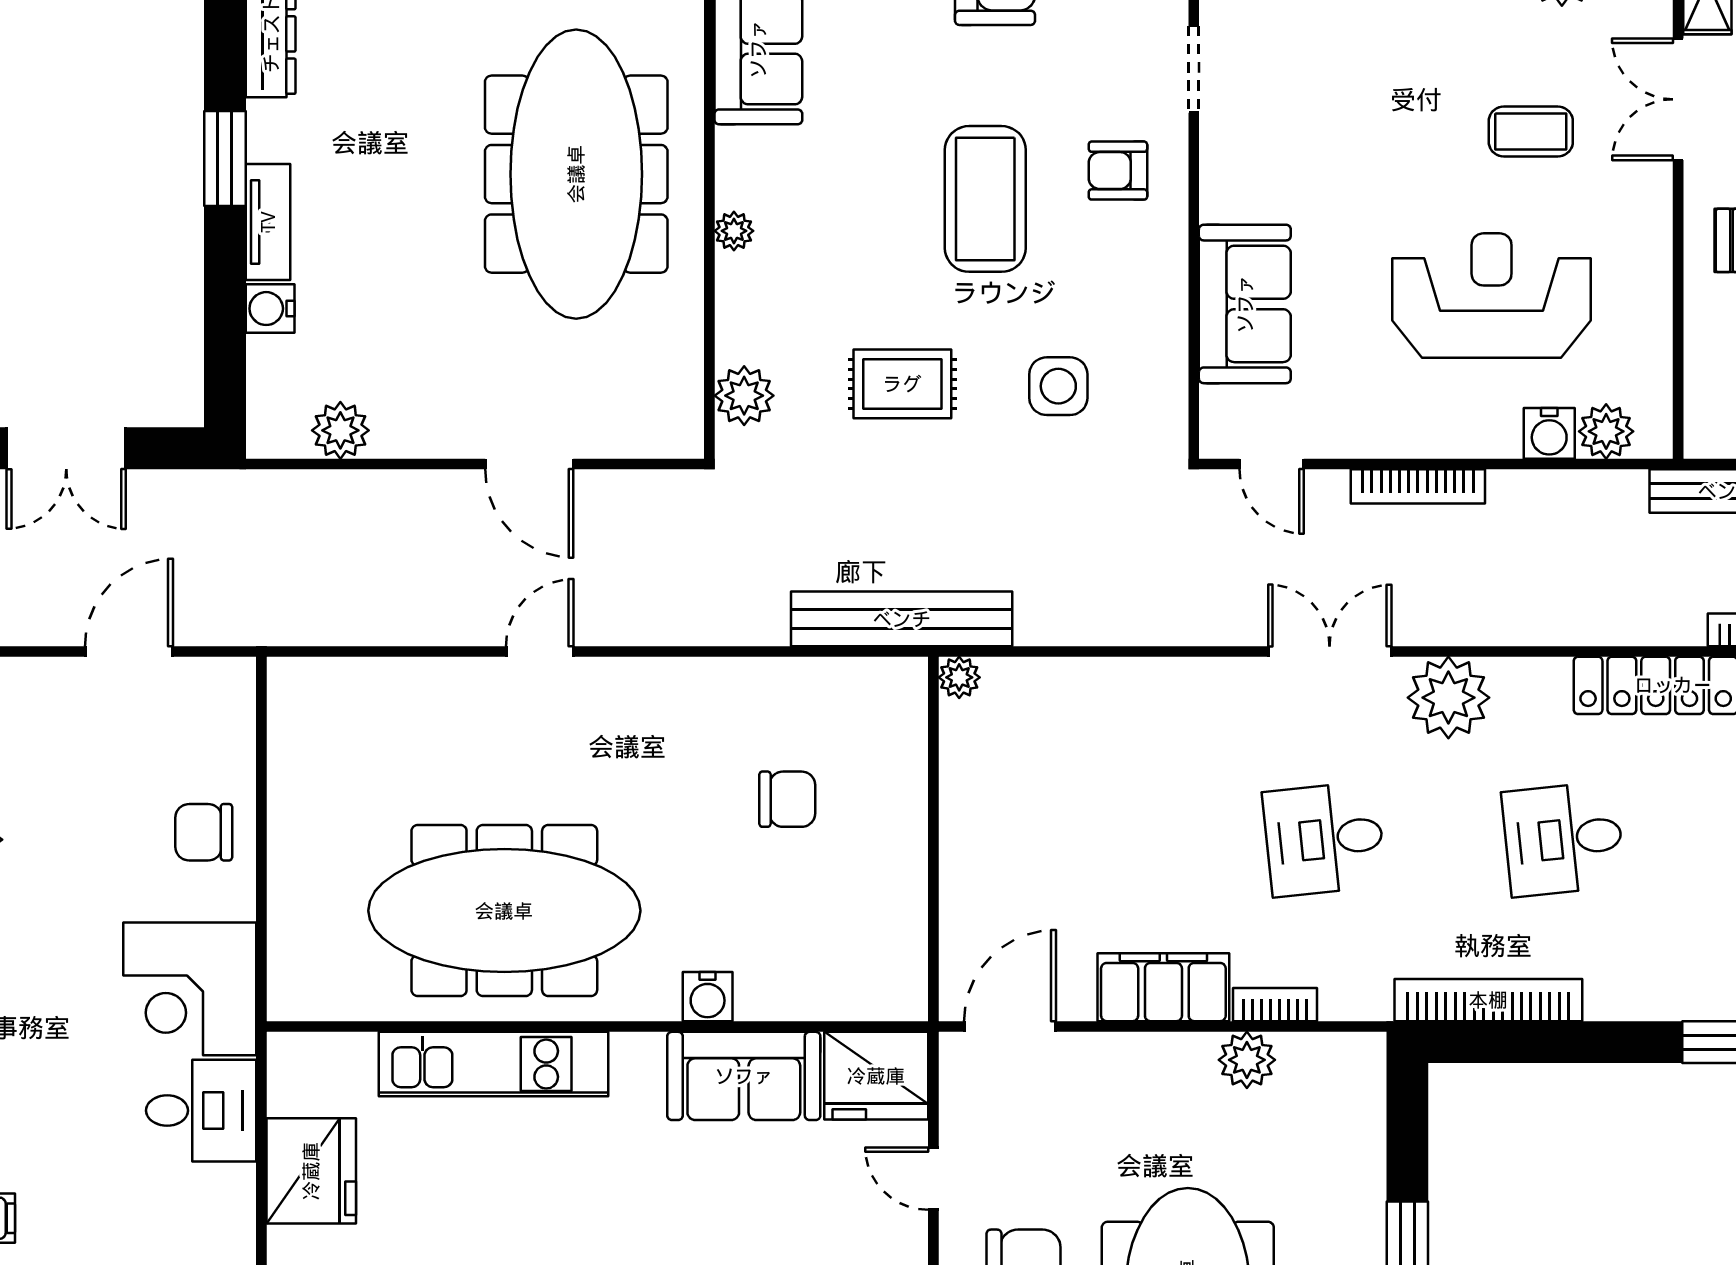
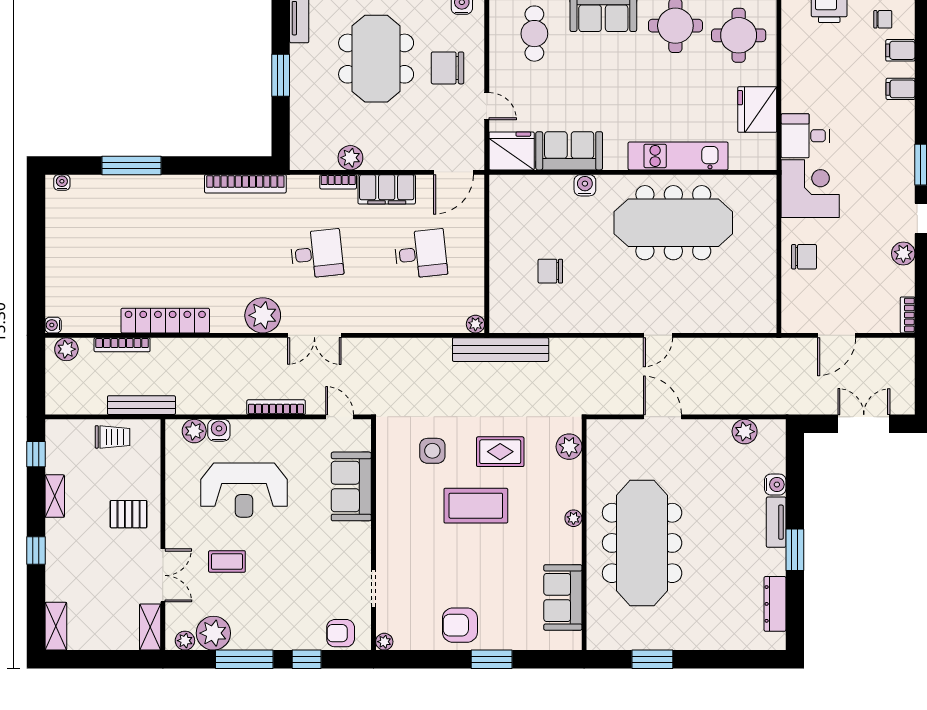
armchair: (1118, 171) -> (406, 545), removed
coffee table: (985, 199) -> (476, 506), moved, turned 90
desk: (1563, 839) -> (421, 254), moved

